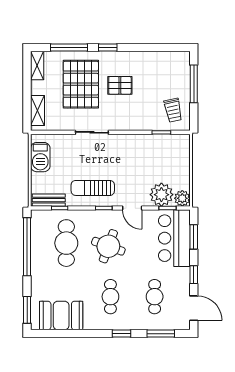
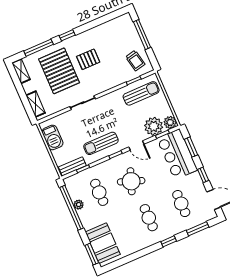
sun lounger: (163, 151) -> (141, 93), added
cafe table: (66, 243) -> (99, 192), width x0.73, depth x0.74
plant: (37, 247) -> (79, 205), added
booth: (61, 315) -> (103, 243), moved, turned 90

